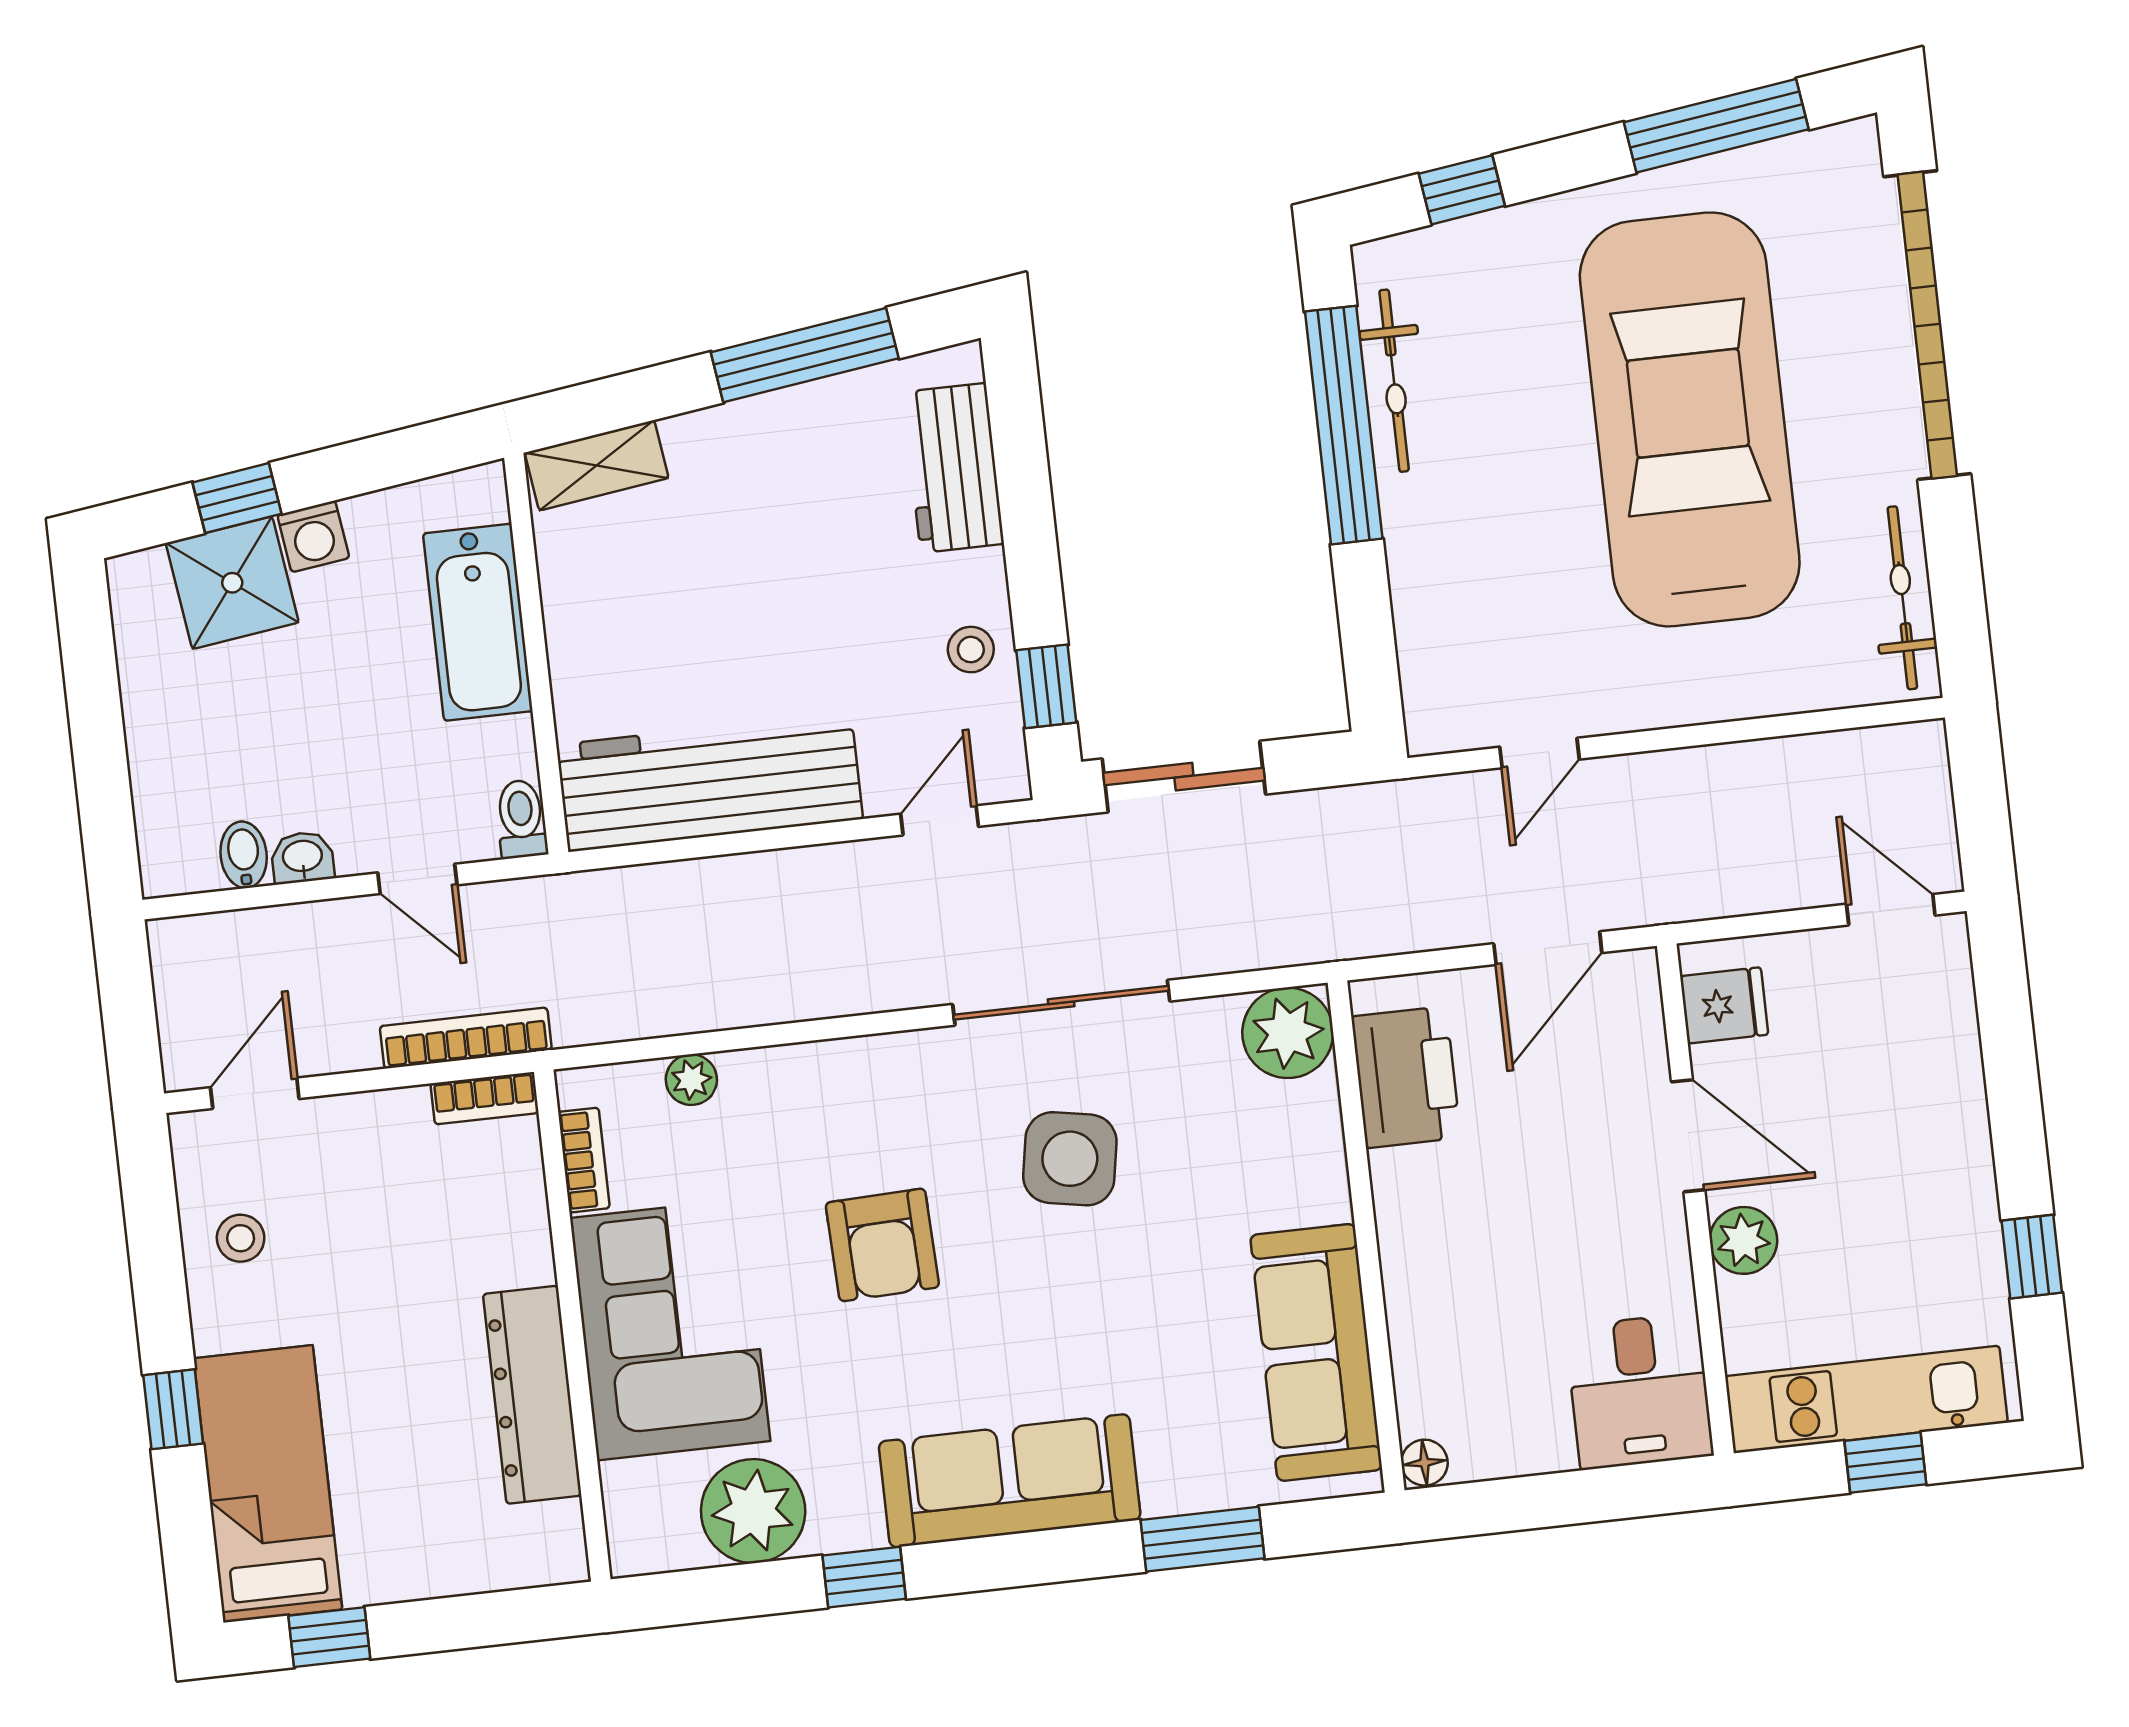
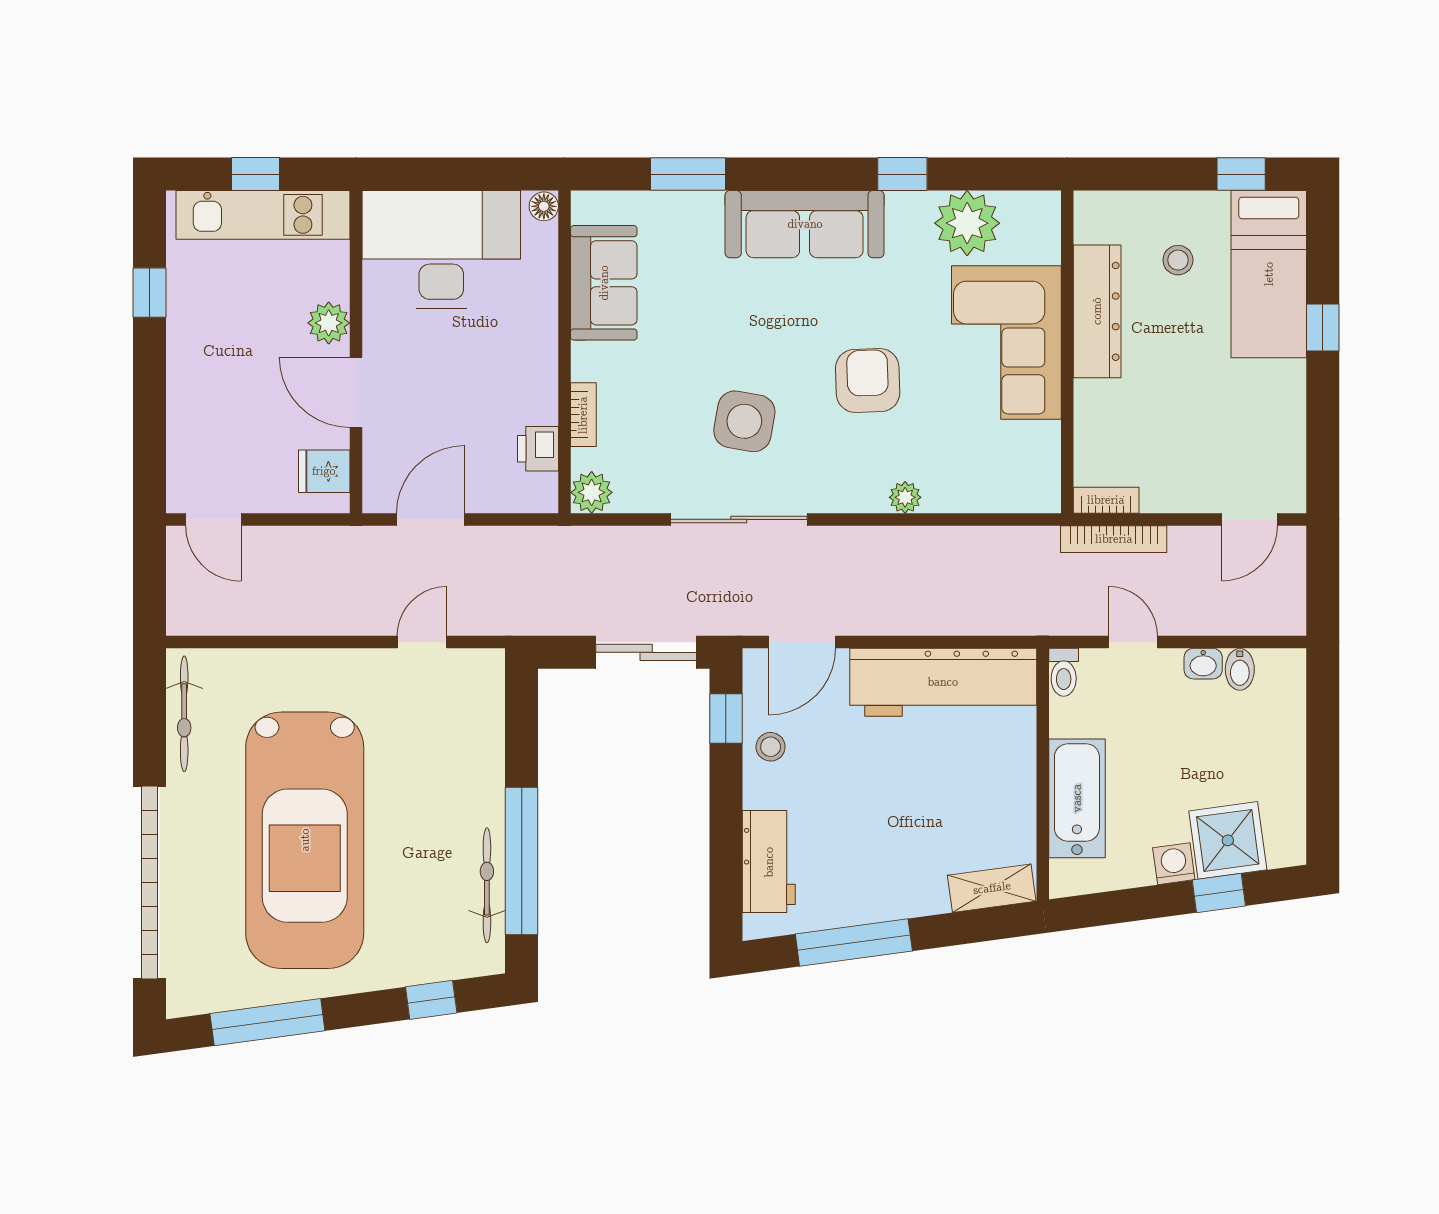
door: (940, 820) -> (802, 642), width x1.38
plant: (1288, 1033) -> (592, 492), width x0.73, depth x0.73
printer: (1406, 1077) -> (538, 449), width x0.53, depth x0.68
plant: (691, 1080) -> (905, 497), moved
bookcase: (584, 1160) -> (583, 415), moved, turned 180
stool: (241, 1238) -> (1178, 260), moved
sofa: (1316, 1352) -> (604, 283), width x0.73
desk: (1639, 1391) -> (441, 250), width x1.87, depth x1.30

